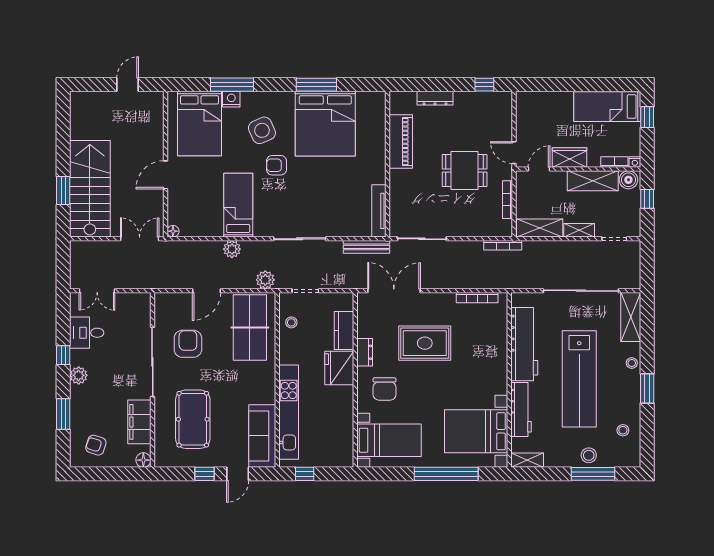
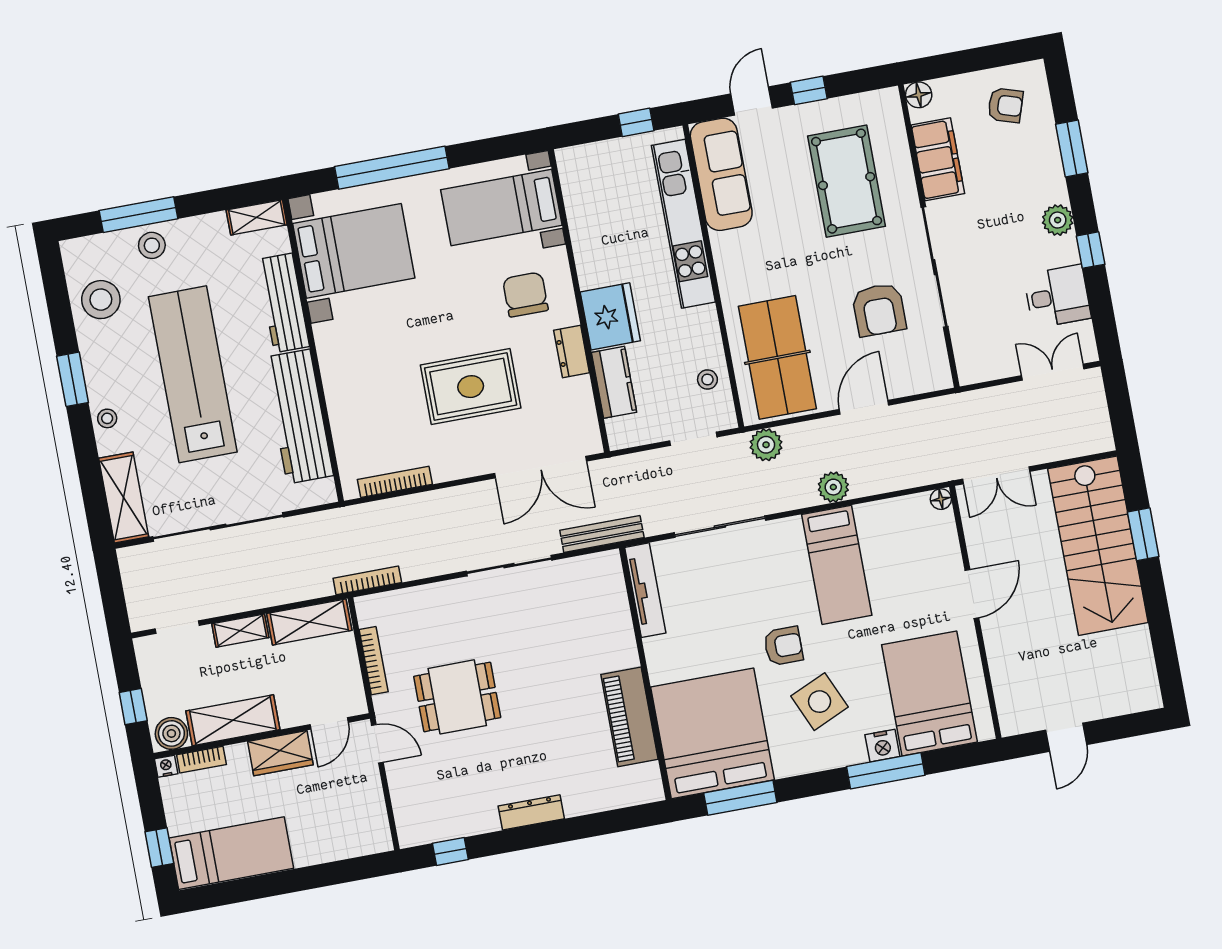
piano: (401, 142) -> (630, 717), moved
wall: (388, 164) -> (645, 674), moved
tv unit: (379, 211) -> (645, 590), moved
stool: (623, 430) -> (101, 300), width x1.89, depth x1.89

